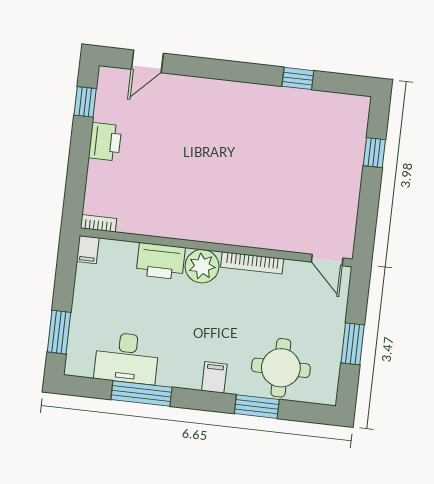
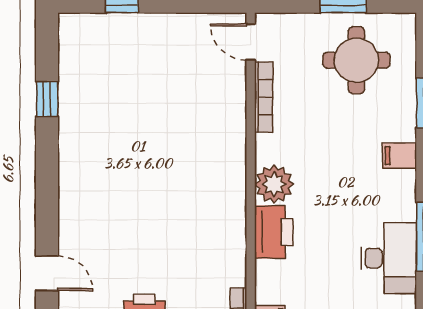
door: (327, 260) -> (251, 42), swing flipped
bookcase: (252, 263) -> (264, 97), moved
round table: (281, 368) -> (356, 60), moved

